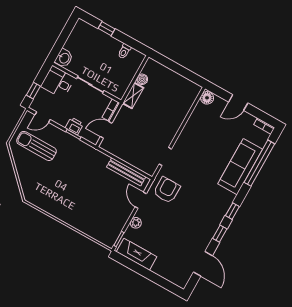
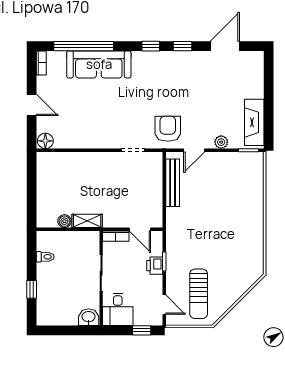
armchair: (167, 190) -> (168, 129), turned 90

